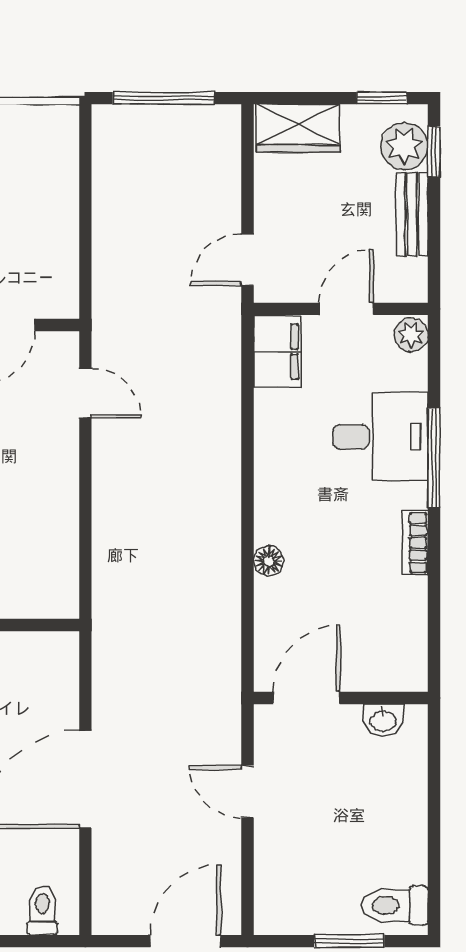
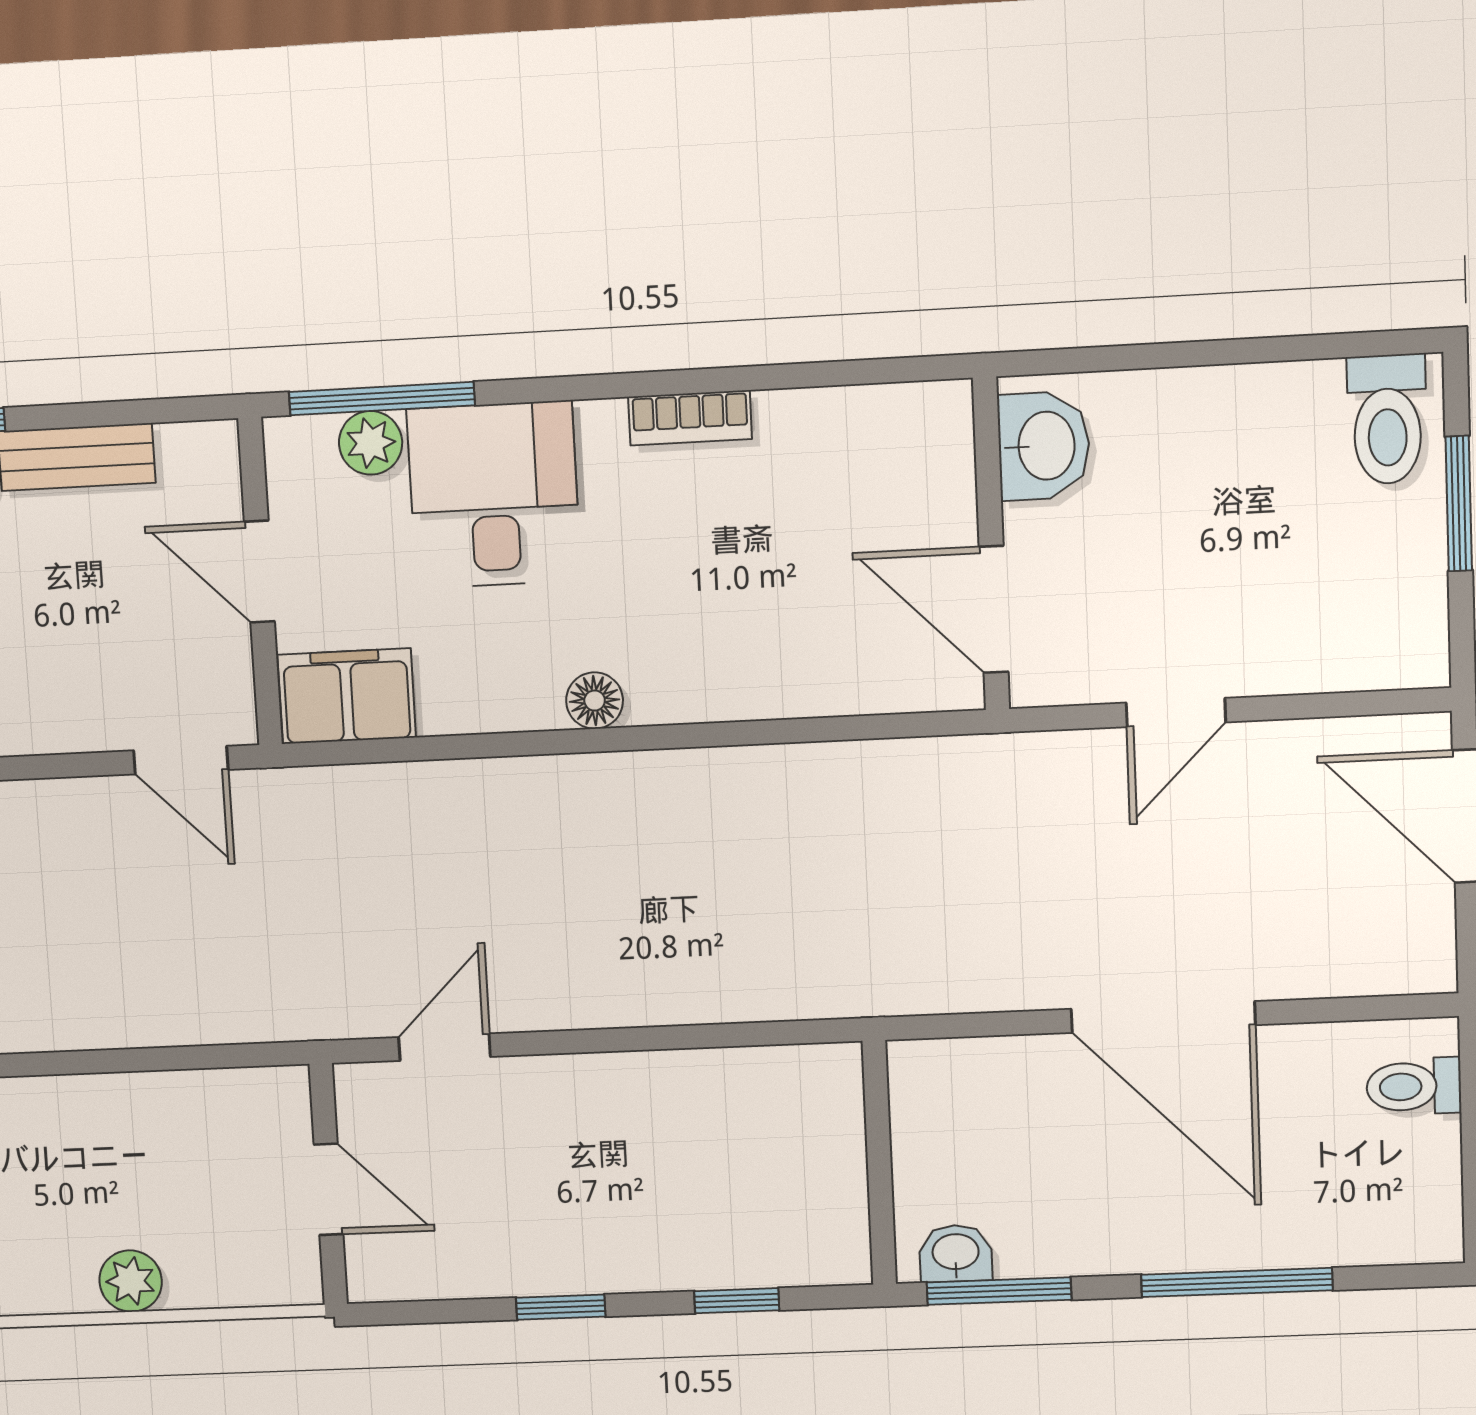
plant: (411, 335) -> (371, 443), moved
window: (434, 458) -> (382, 399), moved
floor lamp: (269, 561) -> (595, 701), moved
washbasin: (383, 720) -> (1044, 446), width x1.38, depth x1.45

